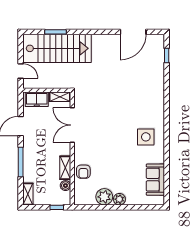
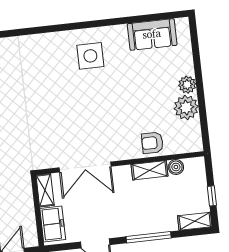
armchair: (83, 172) -> (152, 143), turned 180
window: (57, 207) -> (212, 196), moved

